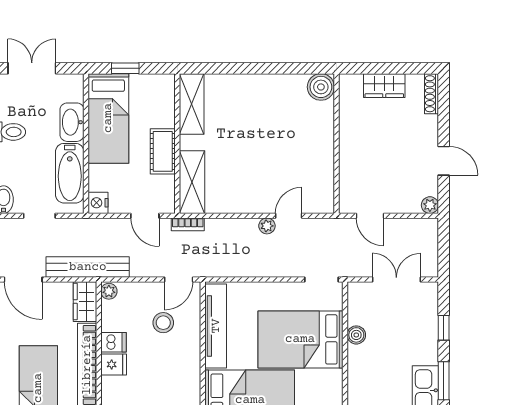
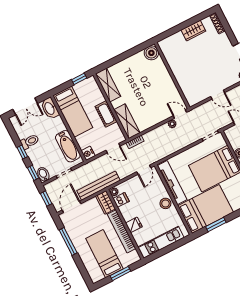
double door: (32, 68) -> (25, 106), swing flipped
window: (125, 68) -> (79, 79), moved
boiler: (321, 87) -> (151, 53), moved
washbasin: (72, 122) -> (50, 108), moved
wall: (336, 144) -> (172, 75), moved
door: (289, 216) -> (180, 114), hinge flipped
door: (23, 279) -> (71, 207), swing flipped
stool: (163, 323) -> (165, 203), moved
dishwasher: (114, 342) -> (121, 200), moved

